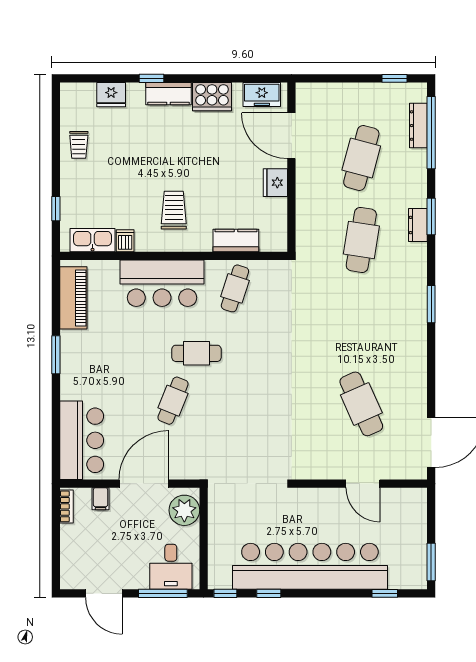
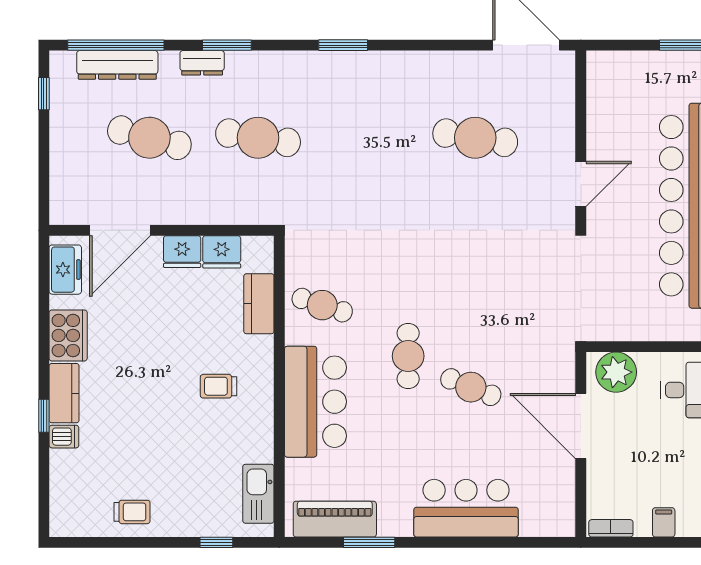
fridge: (111, 95) -> (222, 252), moved, turned 90
dresser: (418, 126) -> (117, 65), width x1.37, depth x1.24
trolley: (174, 210) -> (218, 386), width x0.73, depth x0.72
dresser: (418, 225) -> (202, 63), moved
dishwasher: (125, 241) -> (64, 437), moved, turned 180
window: (56, 355) -> (369, 542), moved
cafe table: (361, 404) -> (475, 138), turned 33
bar counter: (82, 440) -> (466, 508), moved
door: (363, 484) -> (581, 184), moved
filing cabinet: (101, 499) -> (664, 522), moved, turned -90

